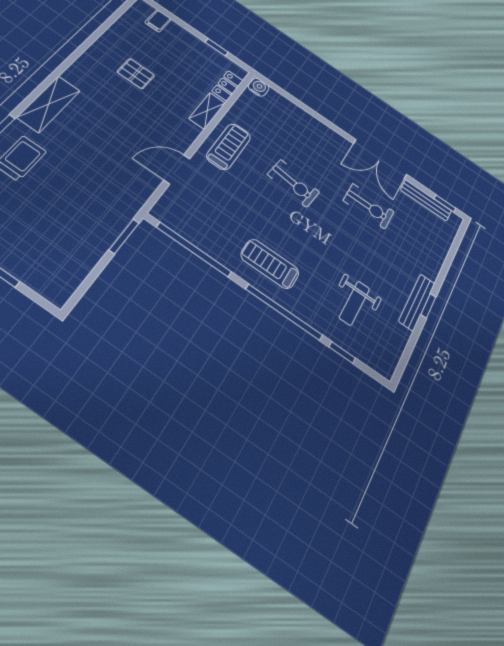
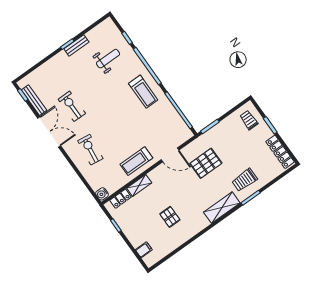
pallet: (107, 170) -> (206, 163), added
exercise bike: (293, 183) -> (90, 150), moved
trolley: (50, 270) -> (249, 120), added
bench: (417, 302) -> (76, 45), width x0.73

